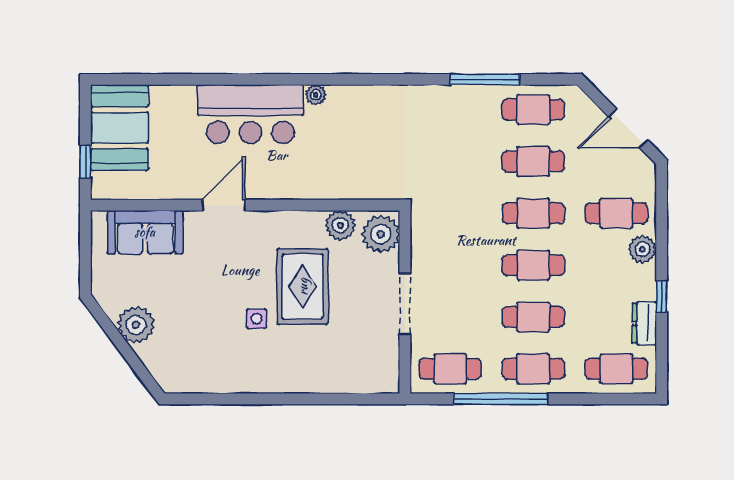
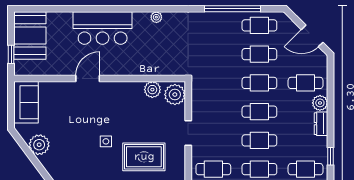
window: (485, 79) -> (233, 9), width x1.46
plant: (316, 95) -> (156, 17), moved
sofa: (145, 232) -> (26, 102), moved, turned -90
rug: (303, 287) -> (144, 157), moved, turned 90
window: (662, 297) -> (331, 156), moved
doorway: (405, 304) -> (188, 133), width x0.73
dresser: (644, 323) -> (321, 124), moved

